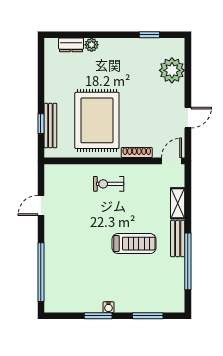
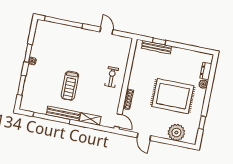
rug: (97, 120) -> (173, 96), moved
bench: (178, 238) -> (63, 114), width x1.36

